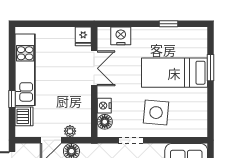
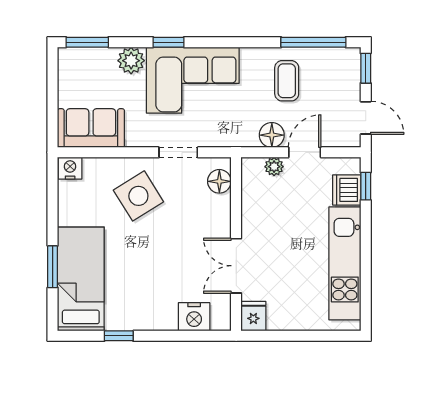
bed: (174, 73) -> (81, 279), moved, turned -90
window: (12, 99) -> (366, 186), moved
nightstand: (104, 106) -> (70, 168), moved, turned -90
side table: (156, 113) -> (138, 196), turned -37

